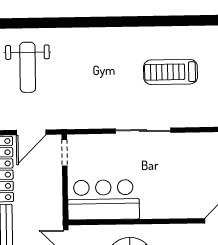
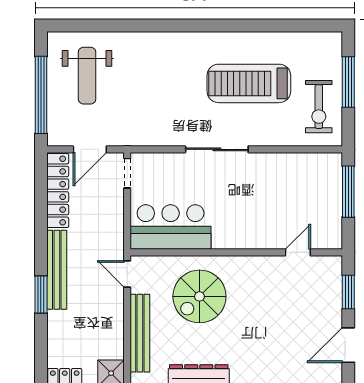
treadmill: (171, 72) -> (249, 83), width x1.37, depth x1.38

